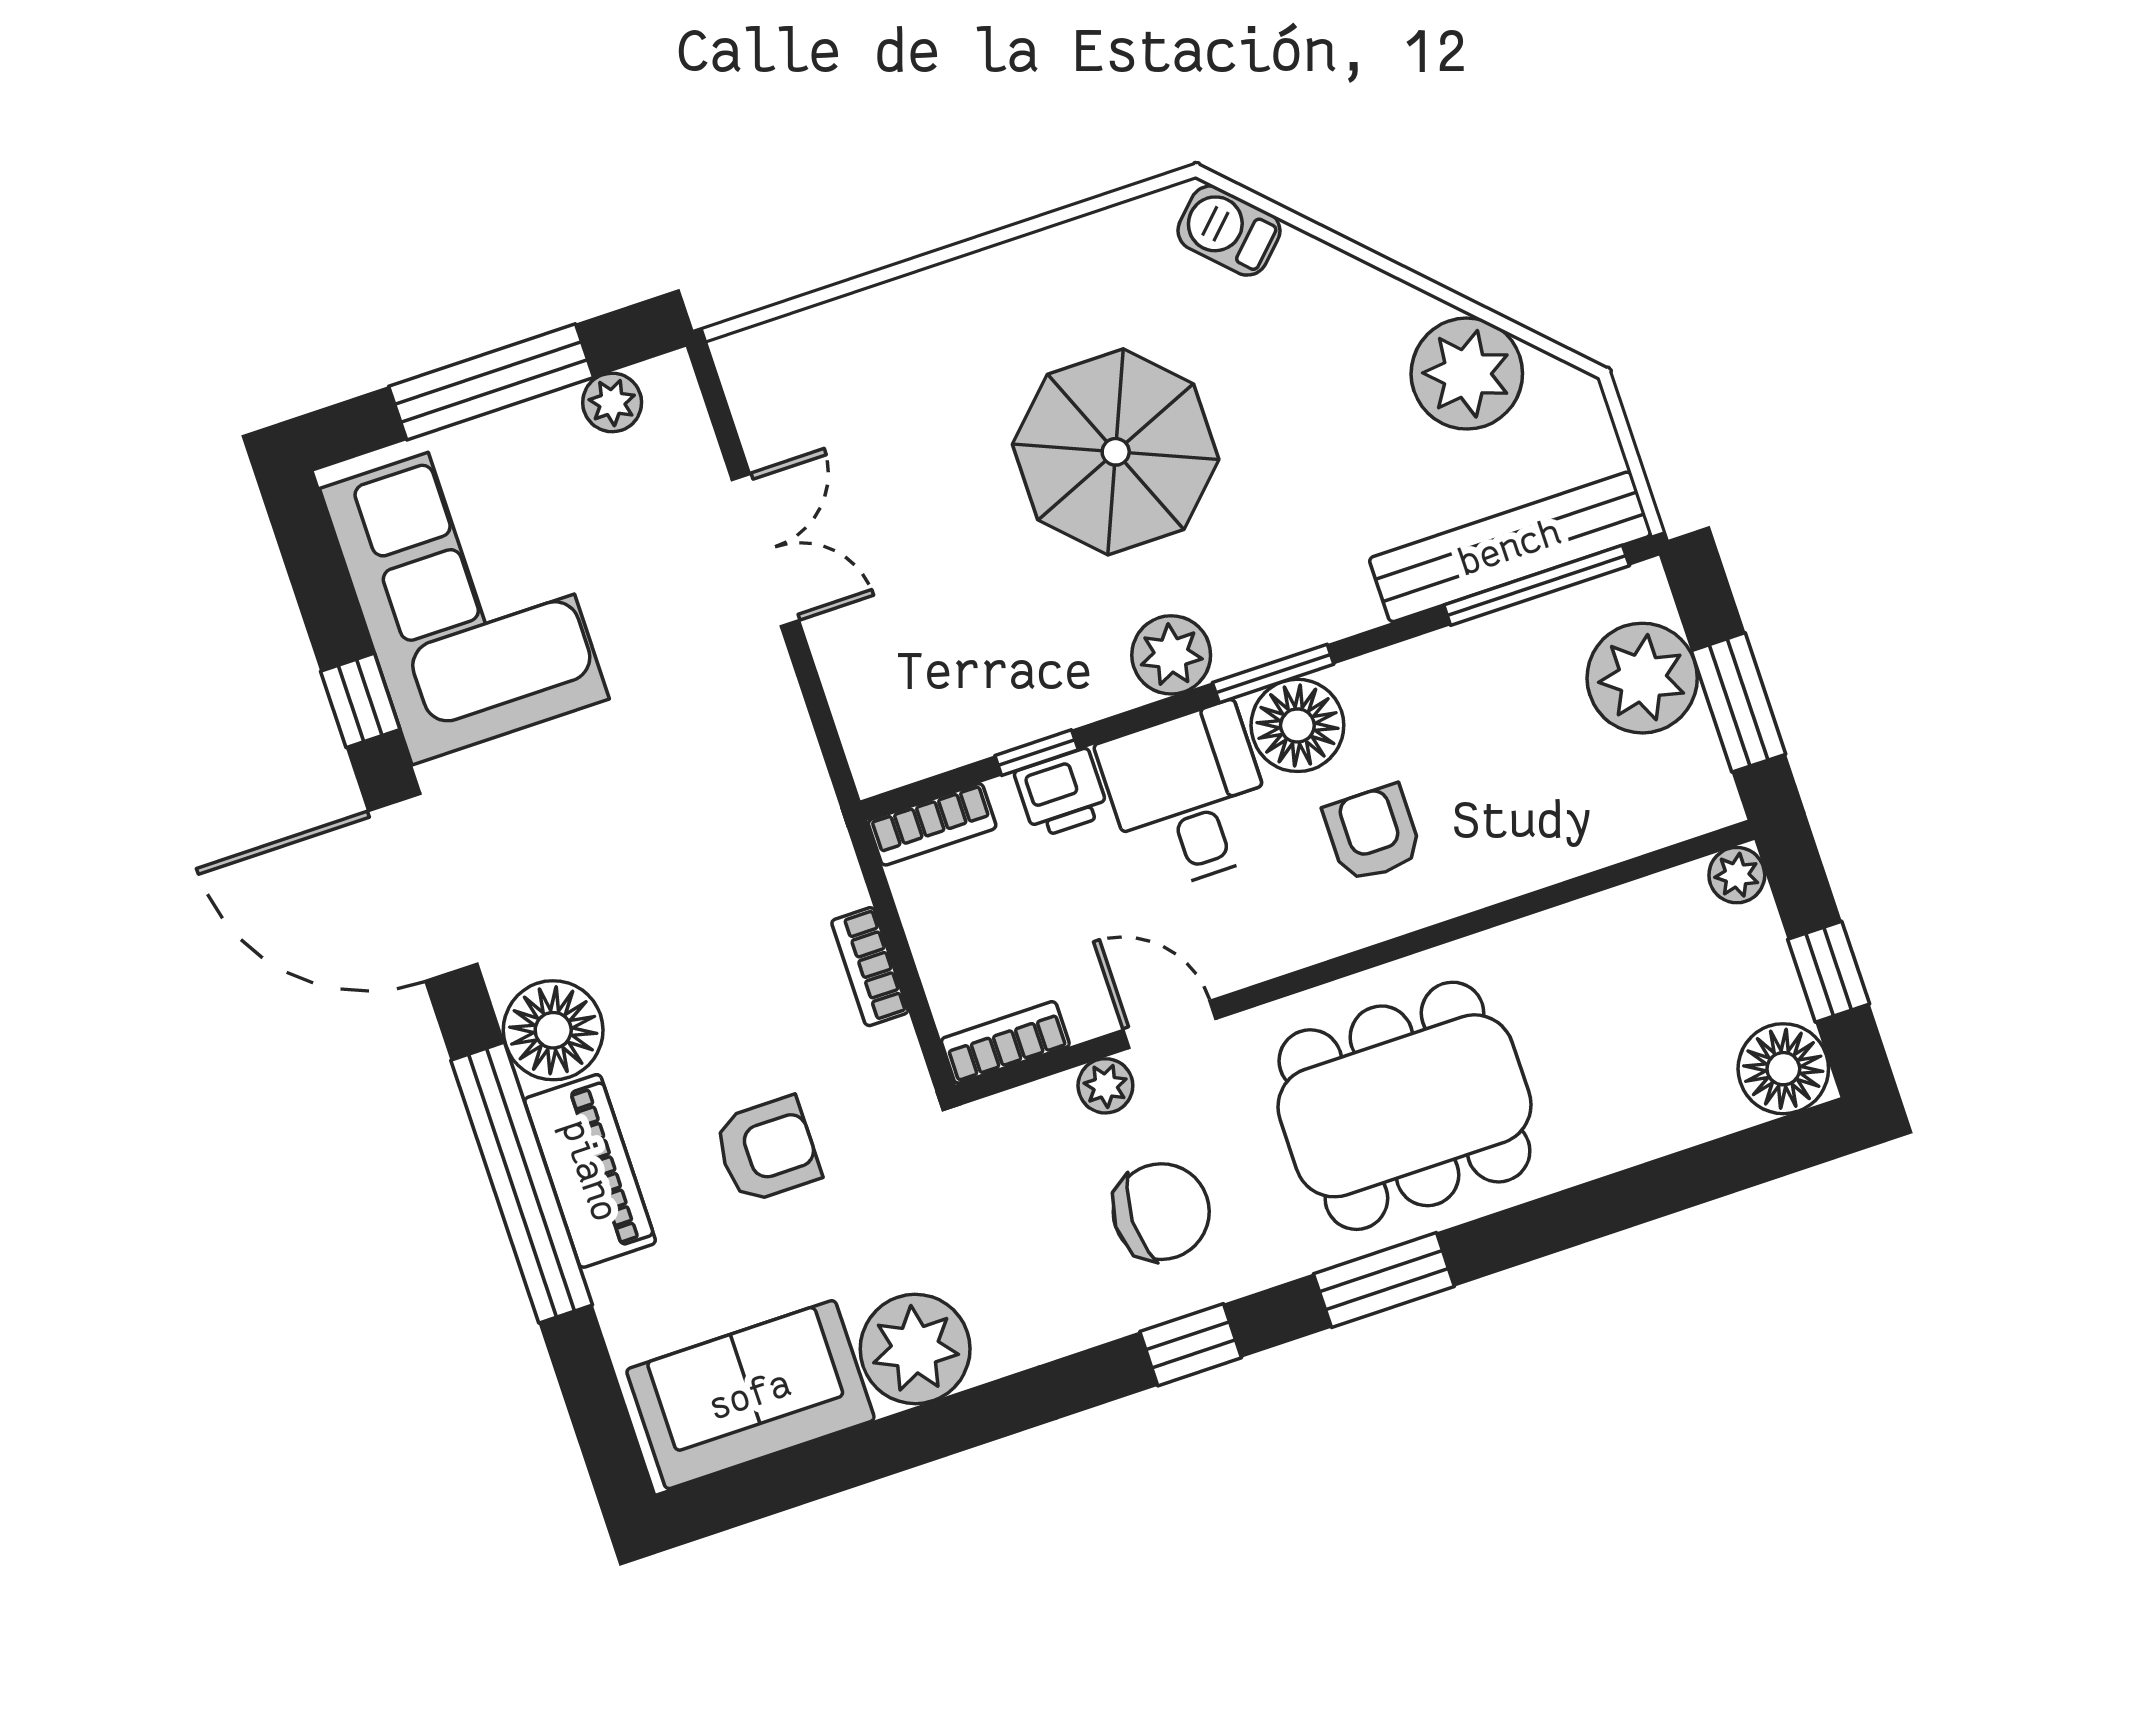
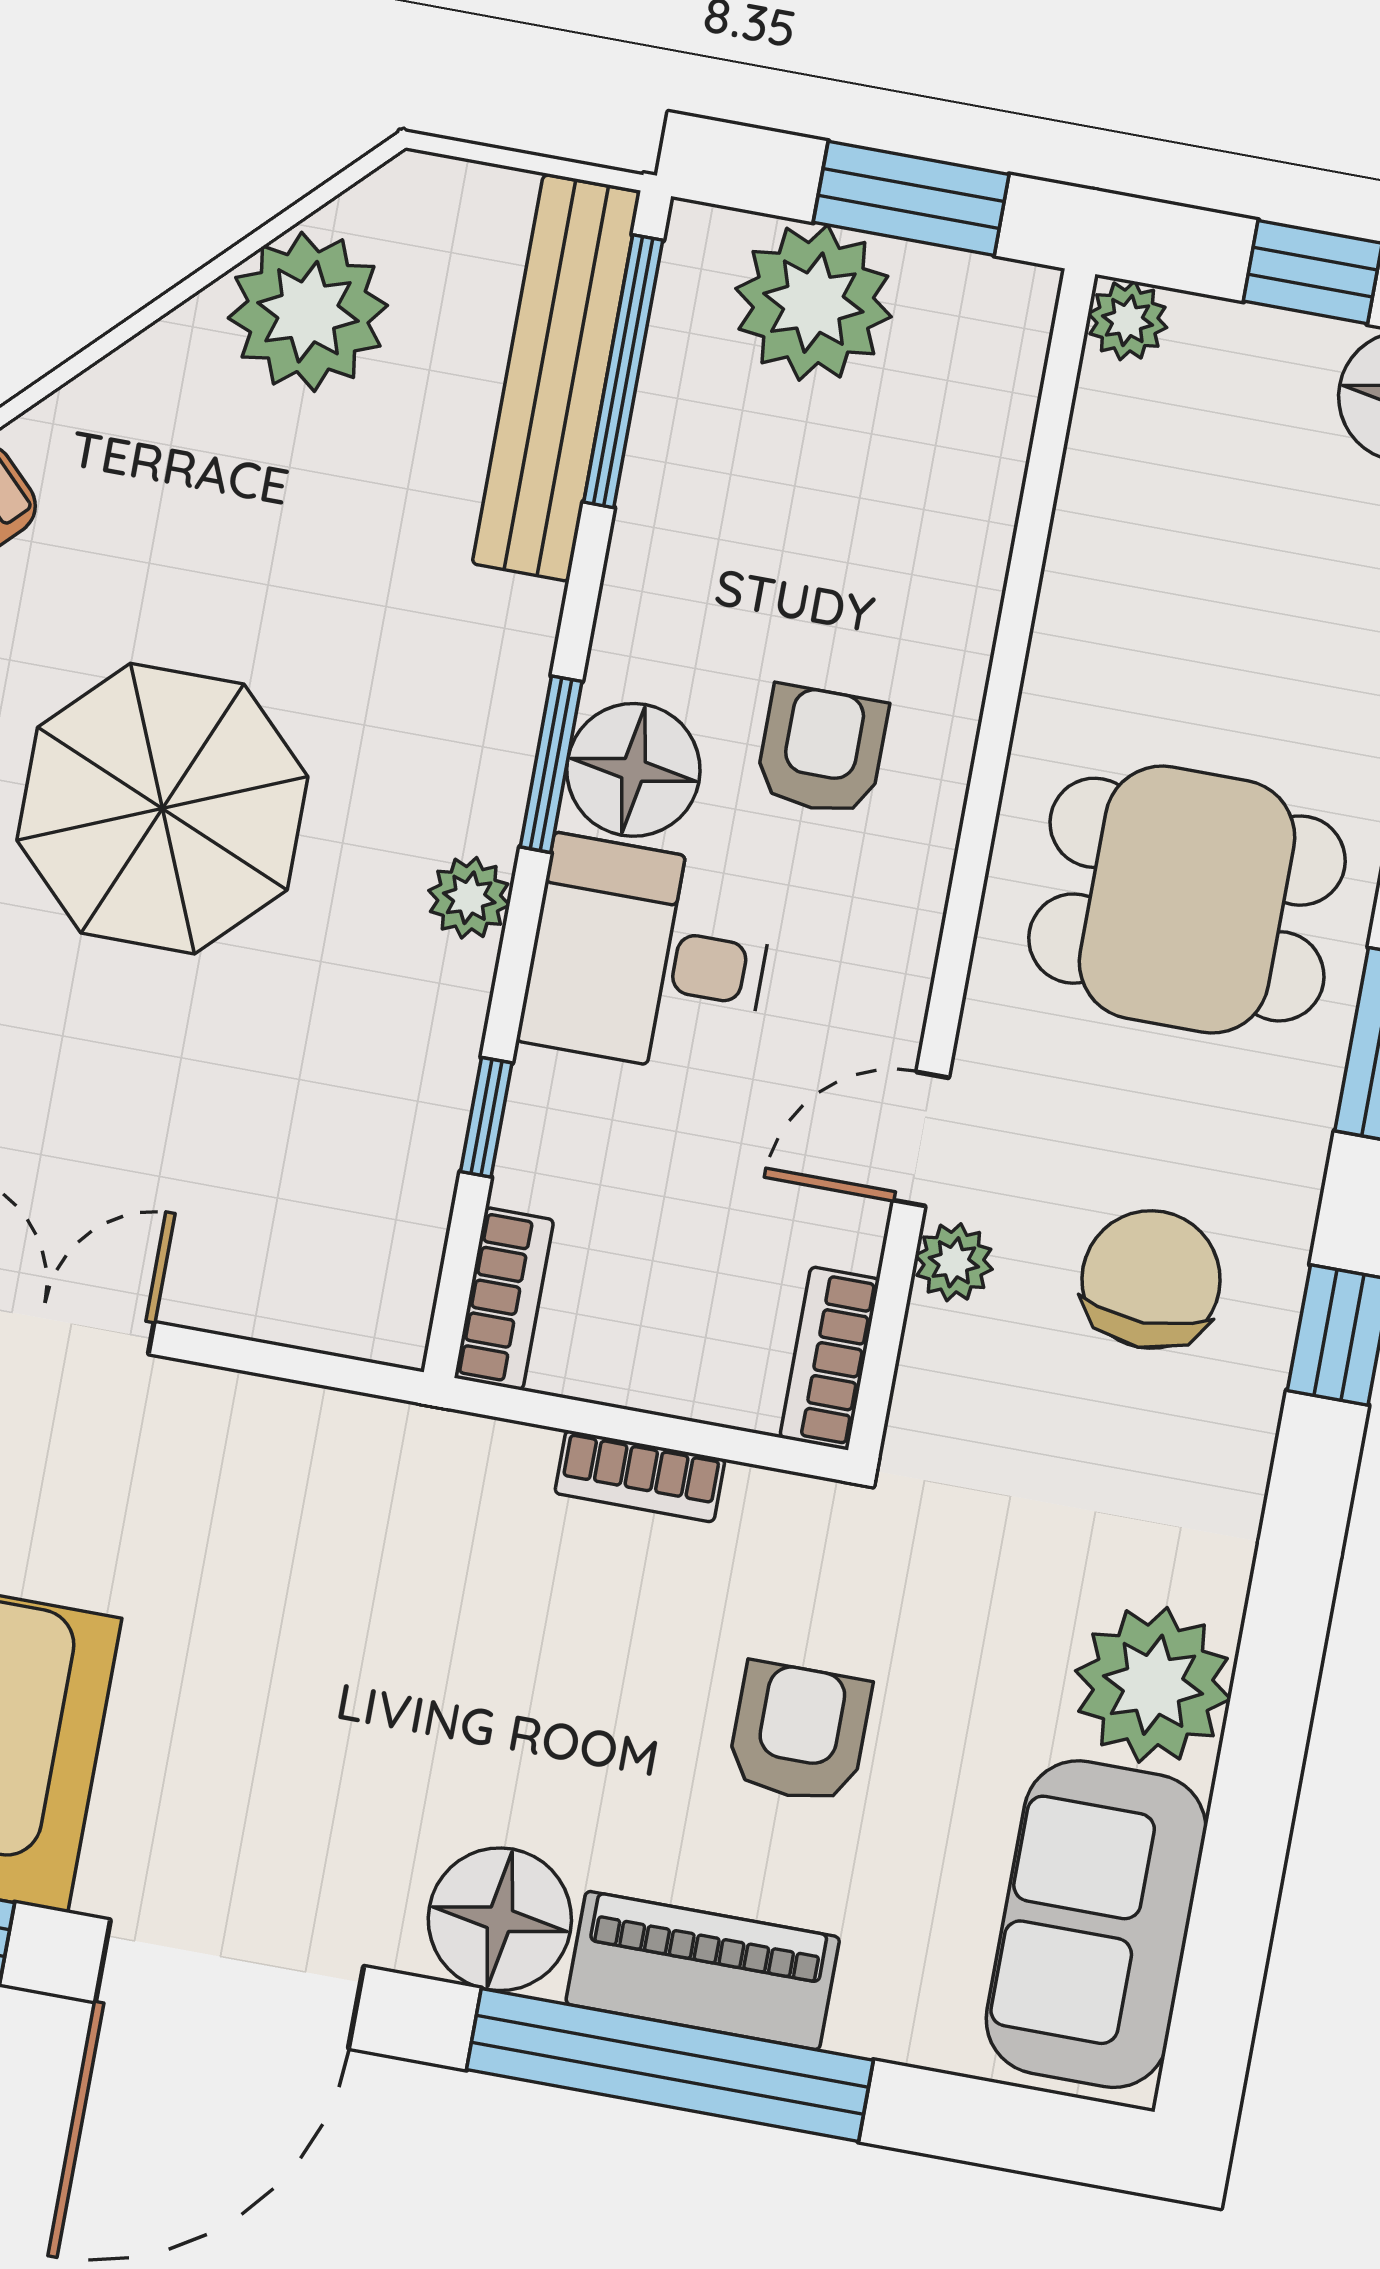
plant: (1171, 655) -> (469, 898), width x0.73, depth x0.73
printer: (1062, 793) -> (555, 1114), removed
armchair: (1373, 833) -> (822, 750), turned 90
dining table: (1404, 1106) -> (1187, 900), width x0.73

